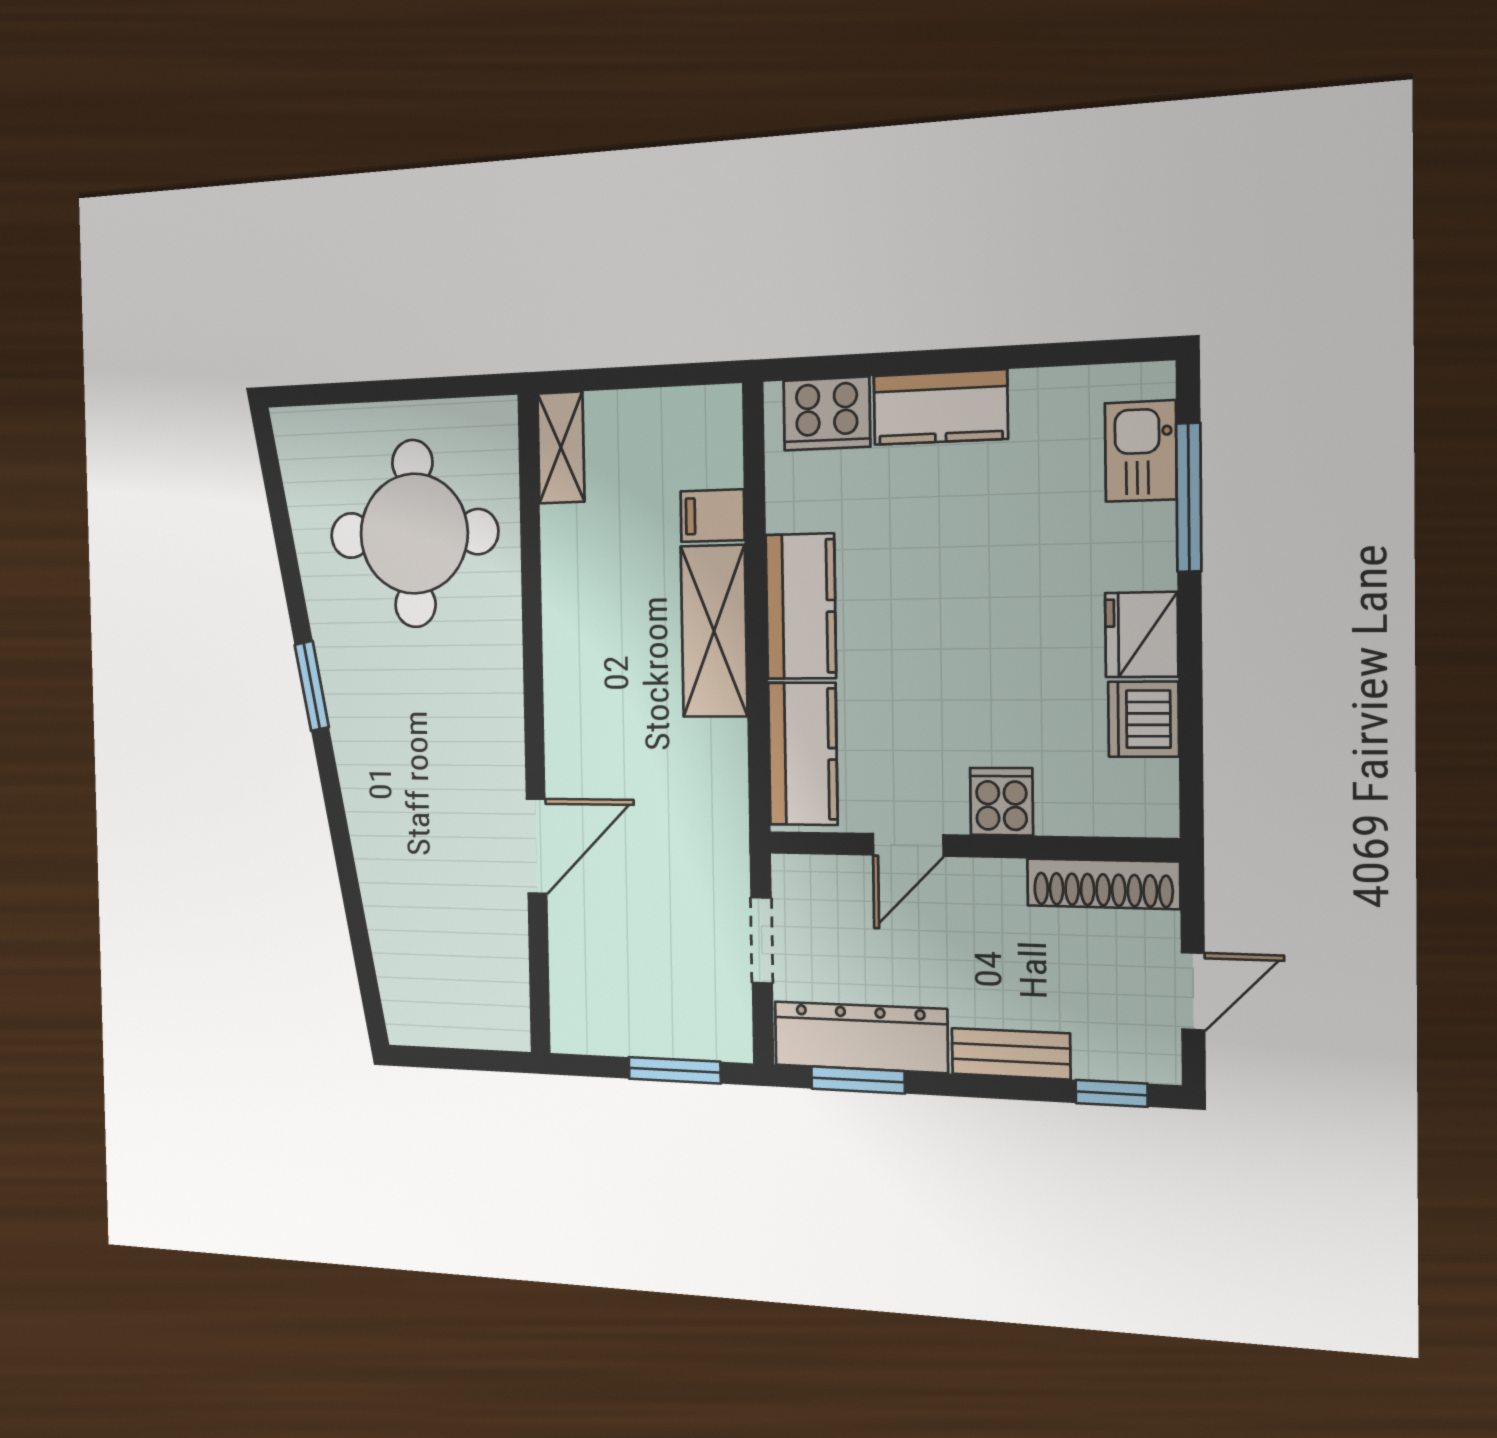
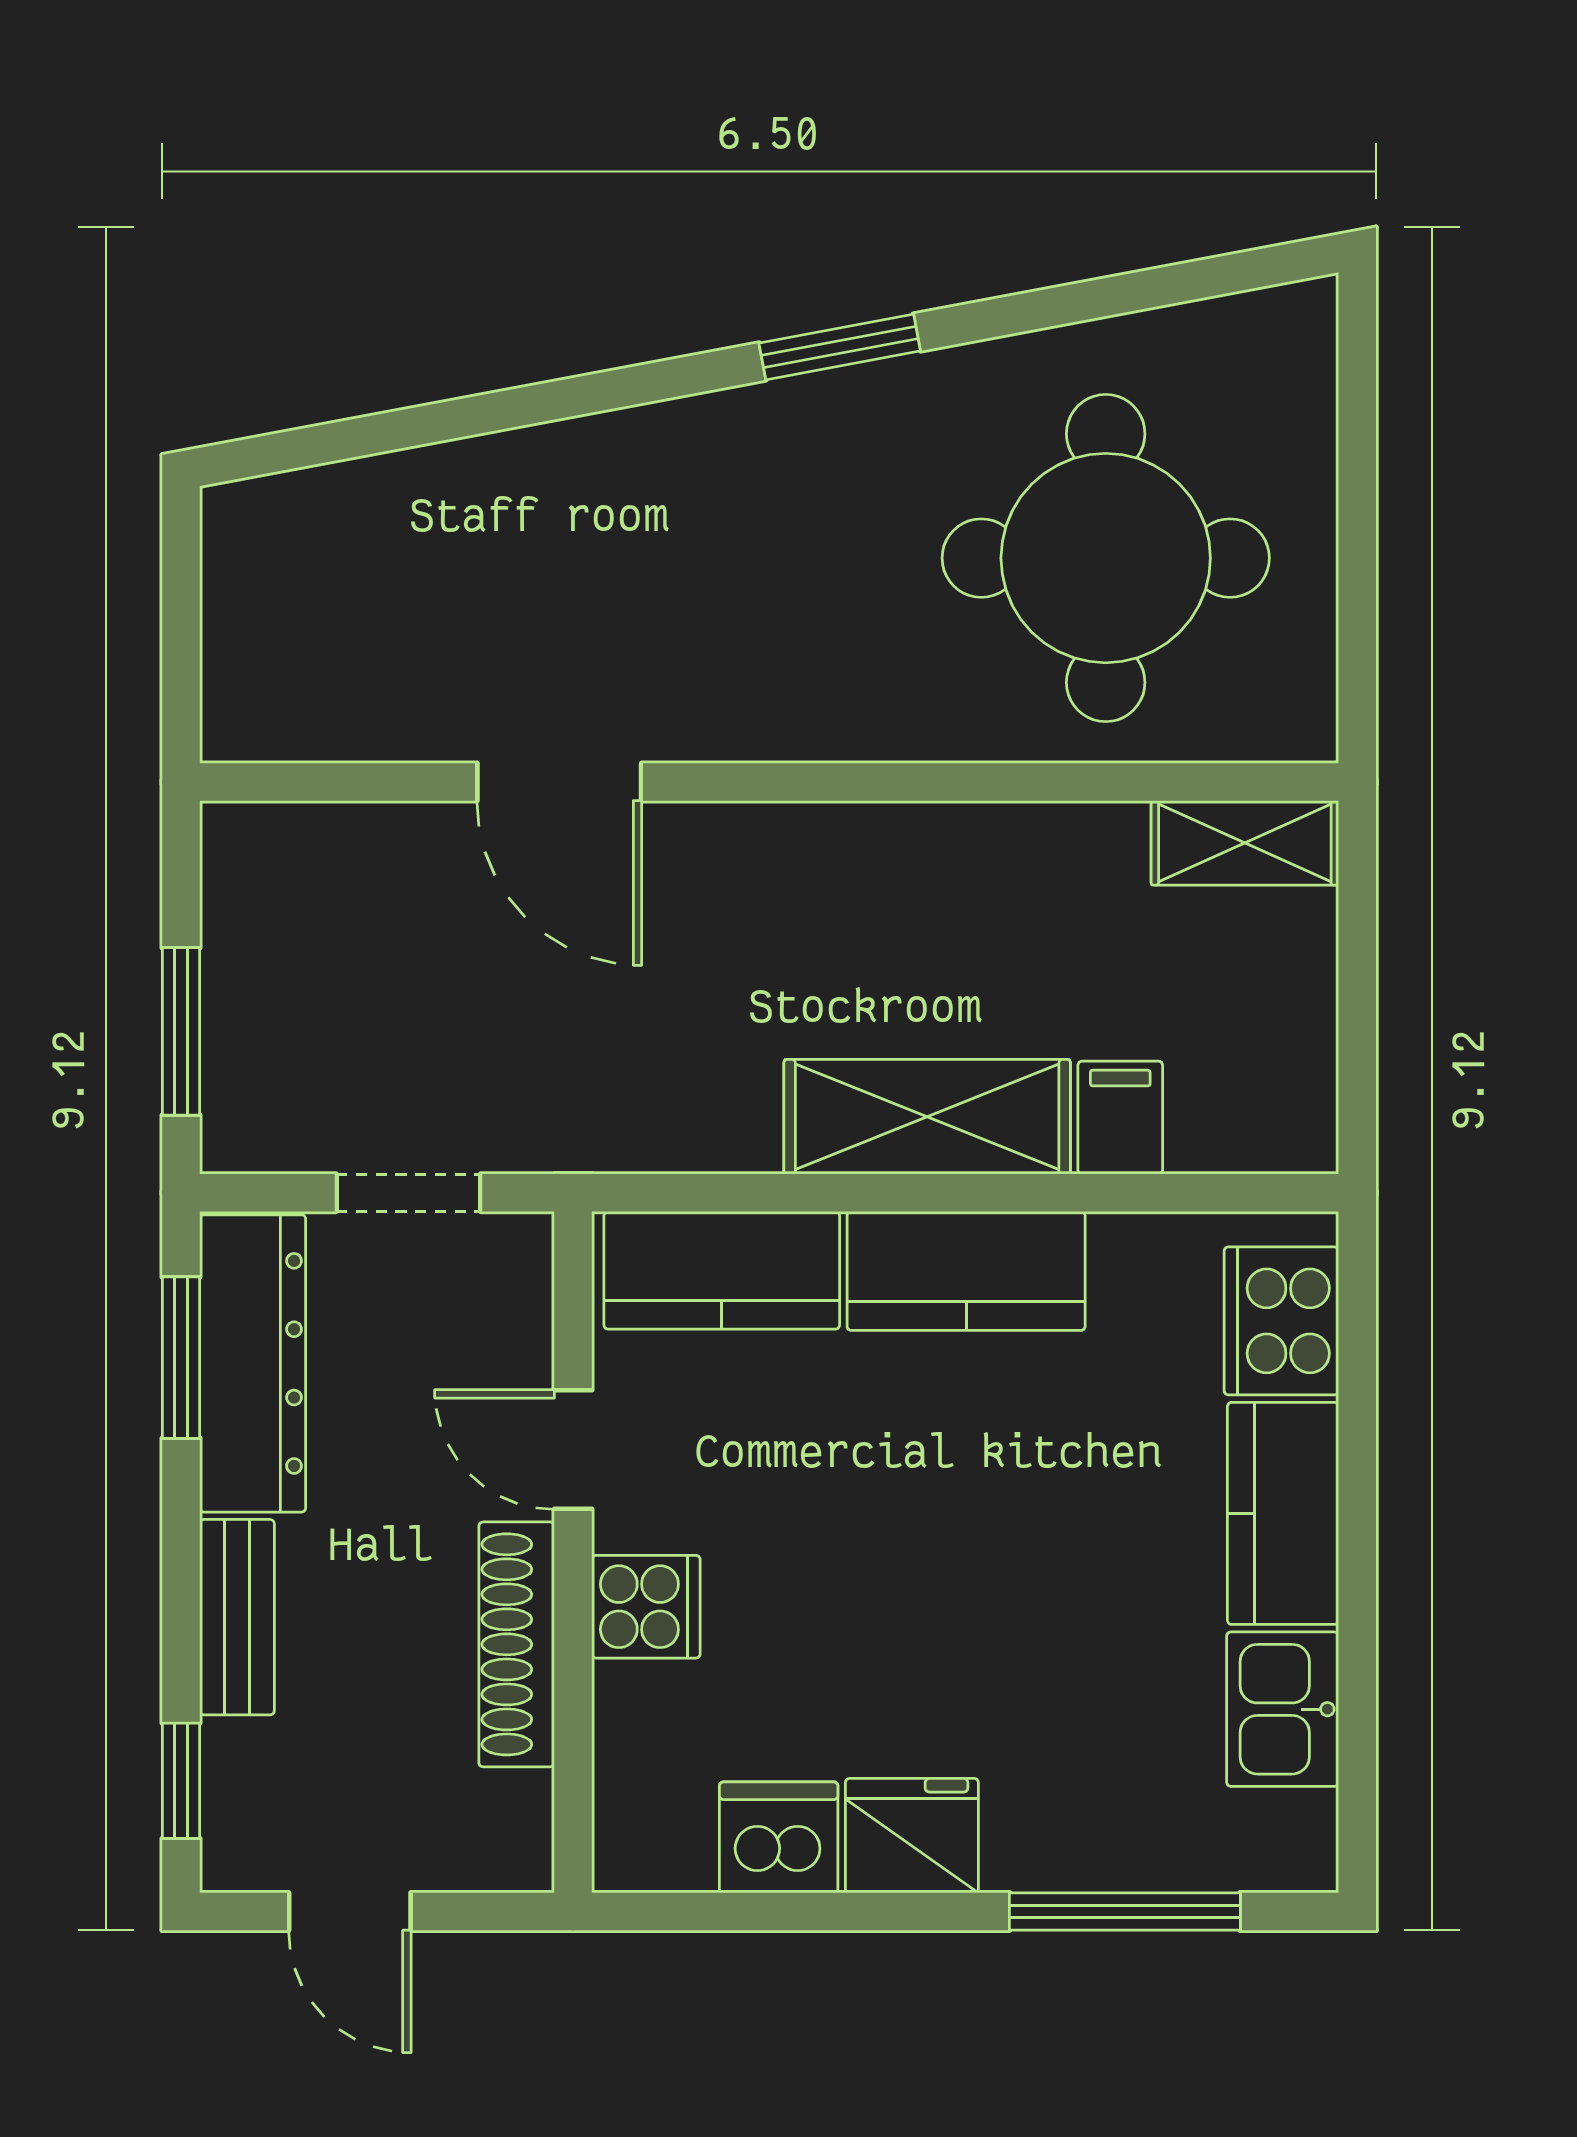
kitchen sink: (1141, 451) -> (1283, 1709), moved, turned -90
shoe rack: (1103, 884) -> (517, 1644), moved

